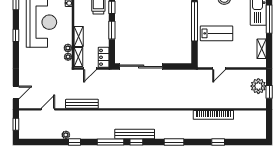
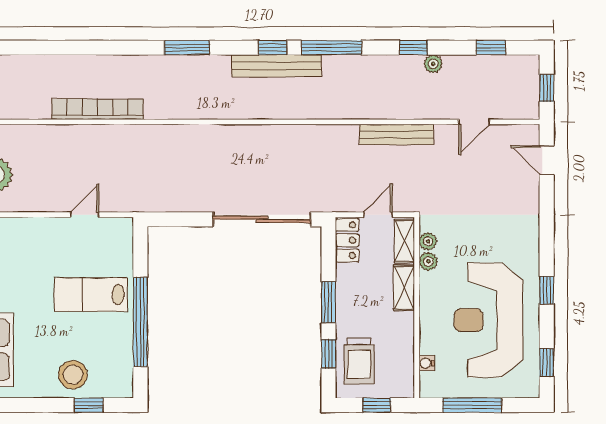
door: (16, 93) -> (547, 160), hinge flipped
window: (218, 142) -> (491, 48), moved

